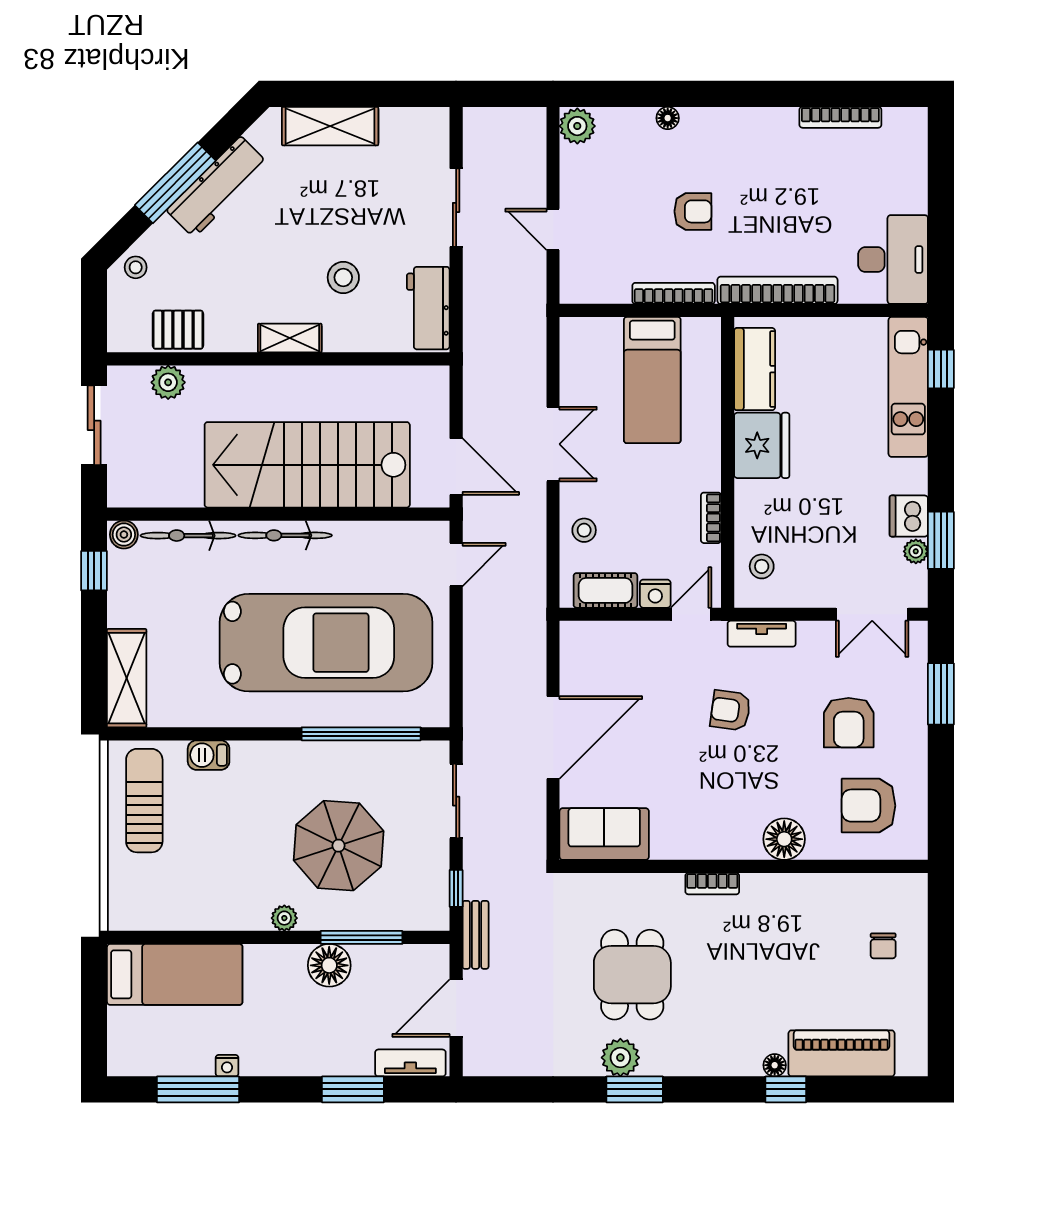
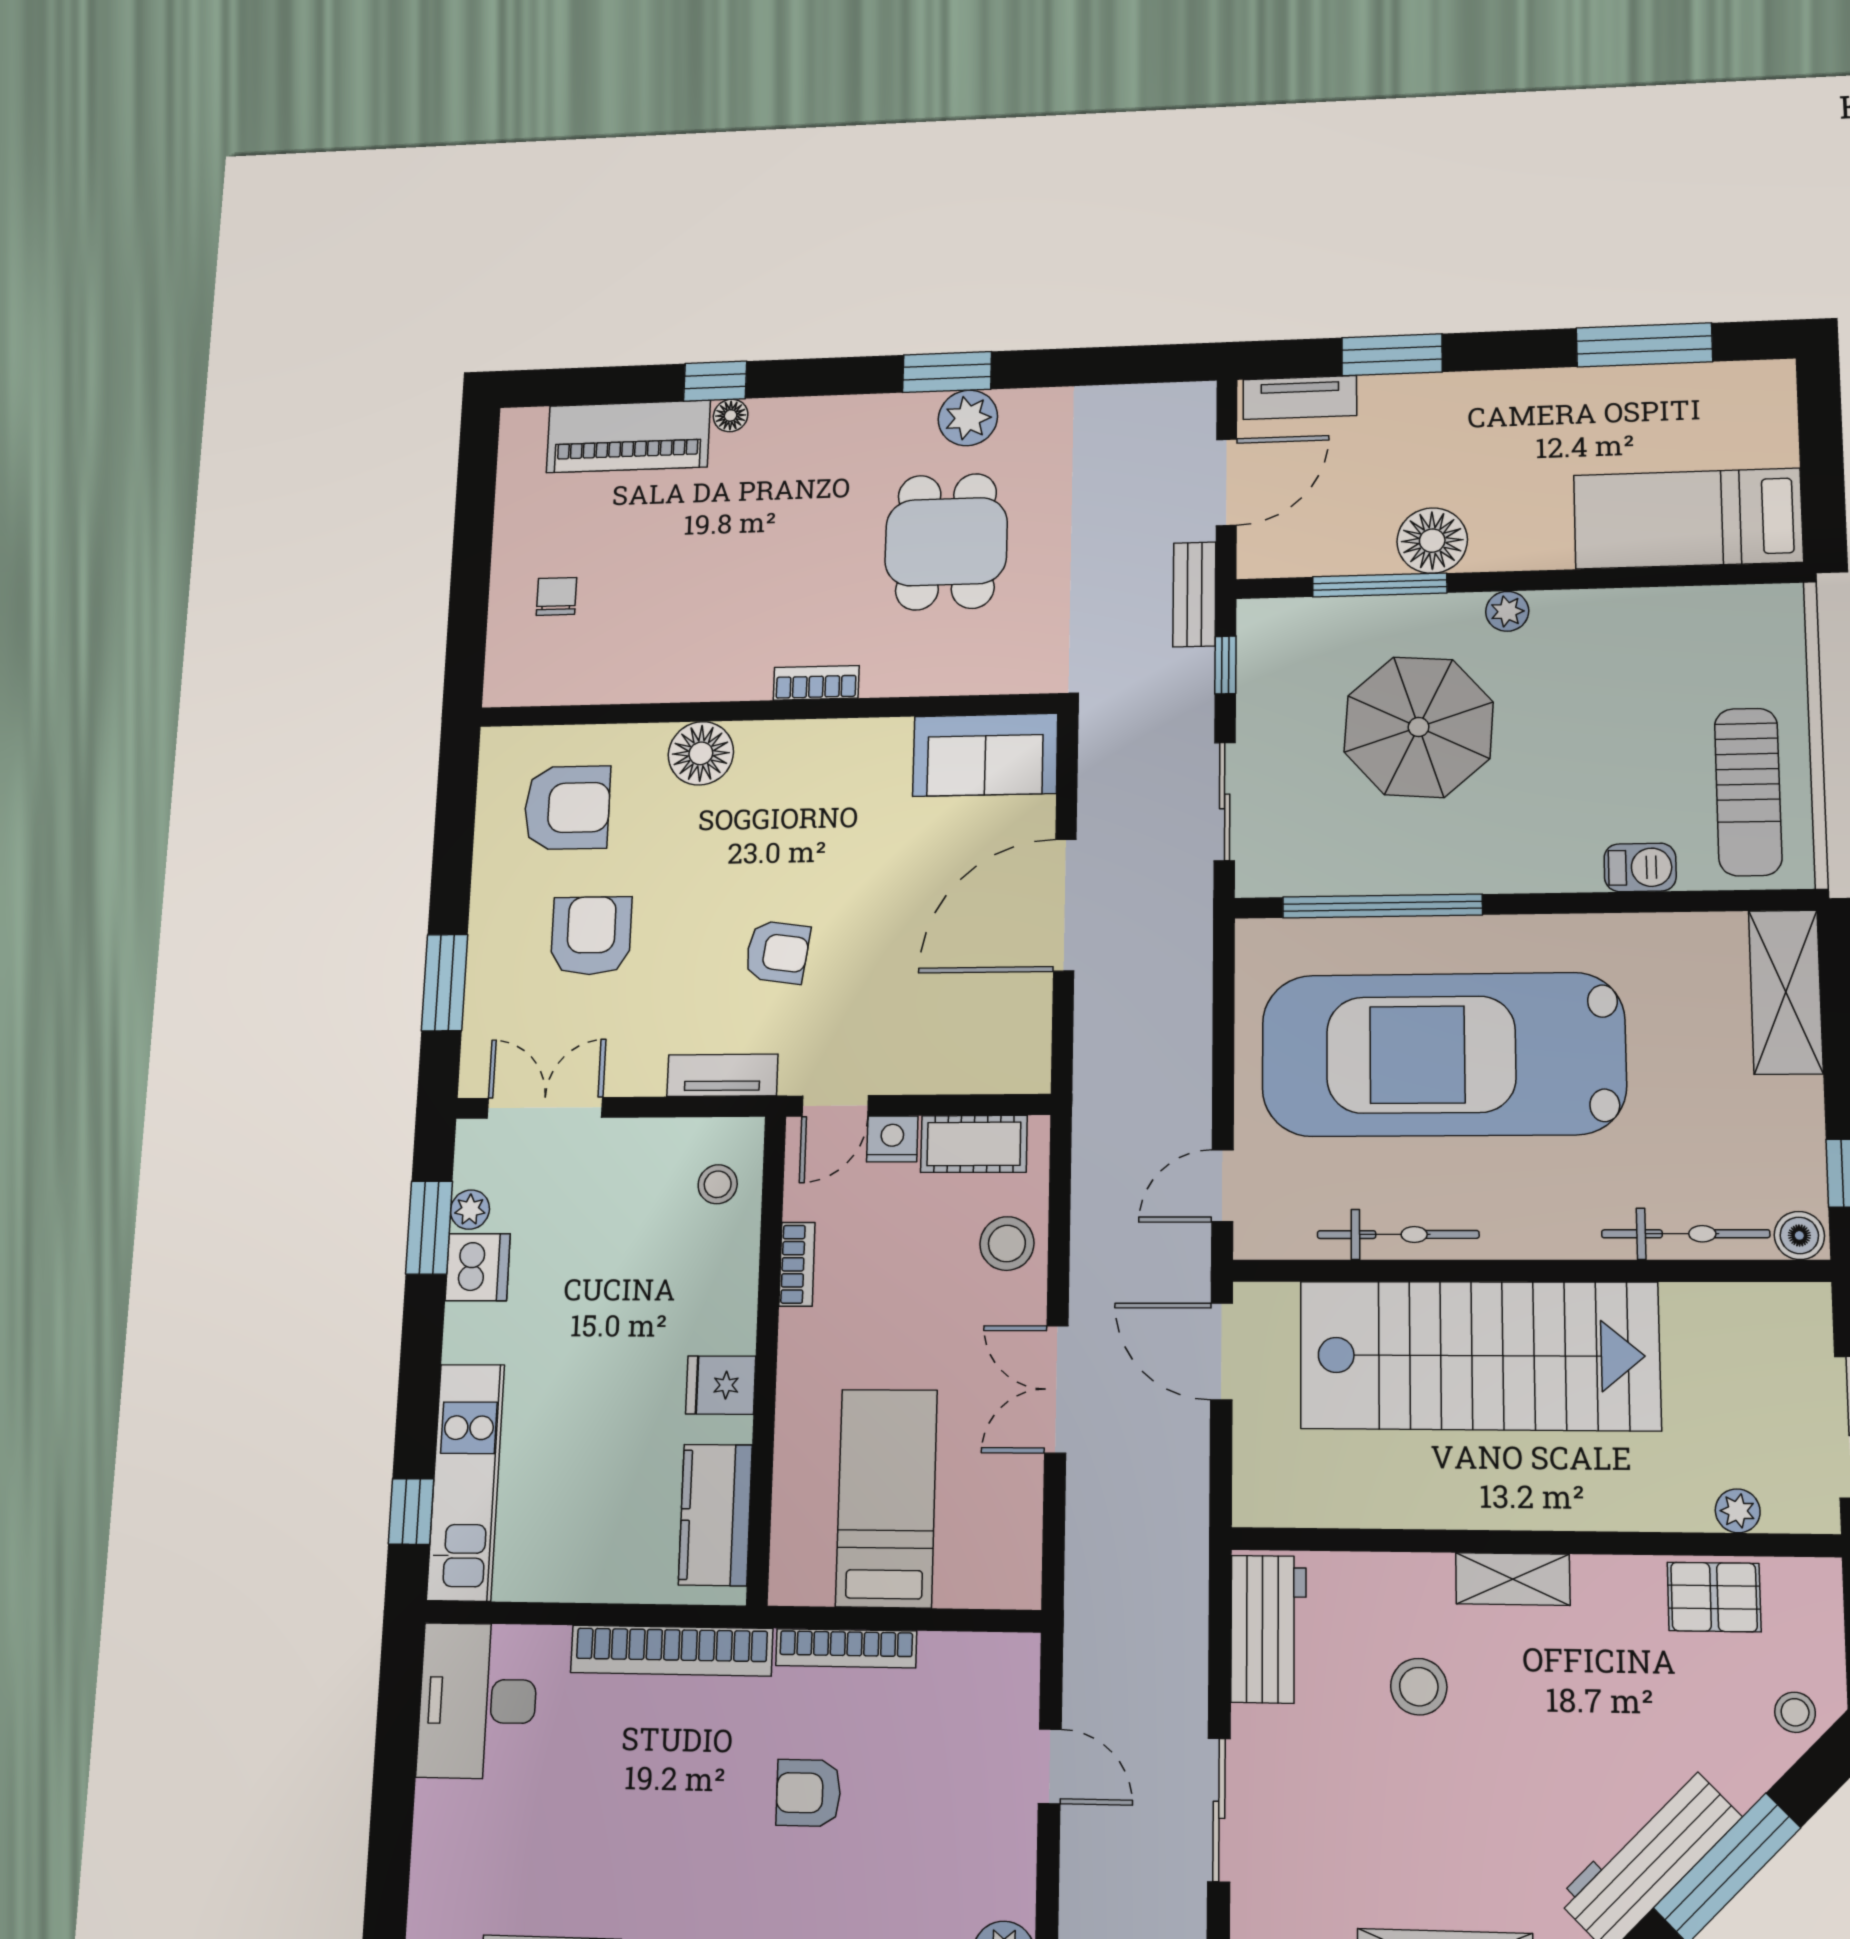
plant: (168, 382) -> (1738, 1511), width x0.73, depth x0.73
fridge: (762, 445) -> (721, 1385), width x0.53, depth x0.75
stool: (584, 530) -> (1007, 1244), width x1.37, depth x1.37
bicycle: (285, 535) -> (1398, 1235), moved
nightstand: (227, 1066) -> (1597, 382), removed

